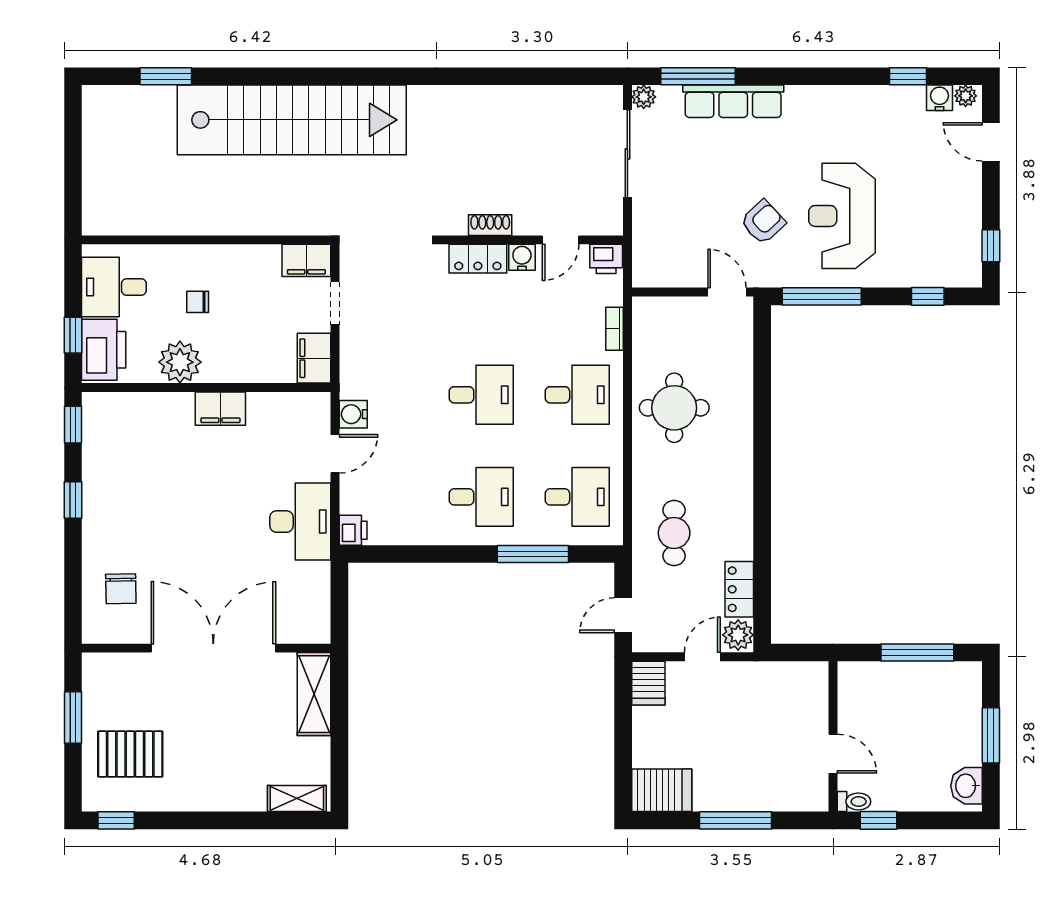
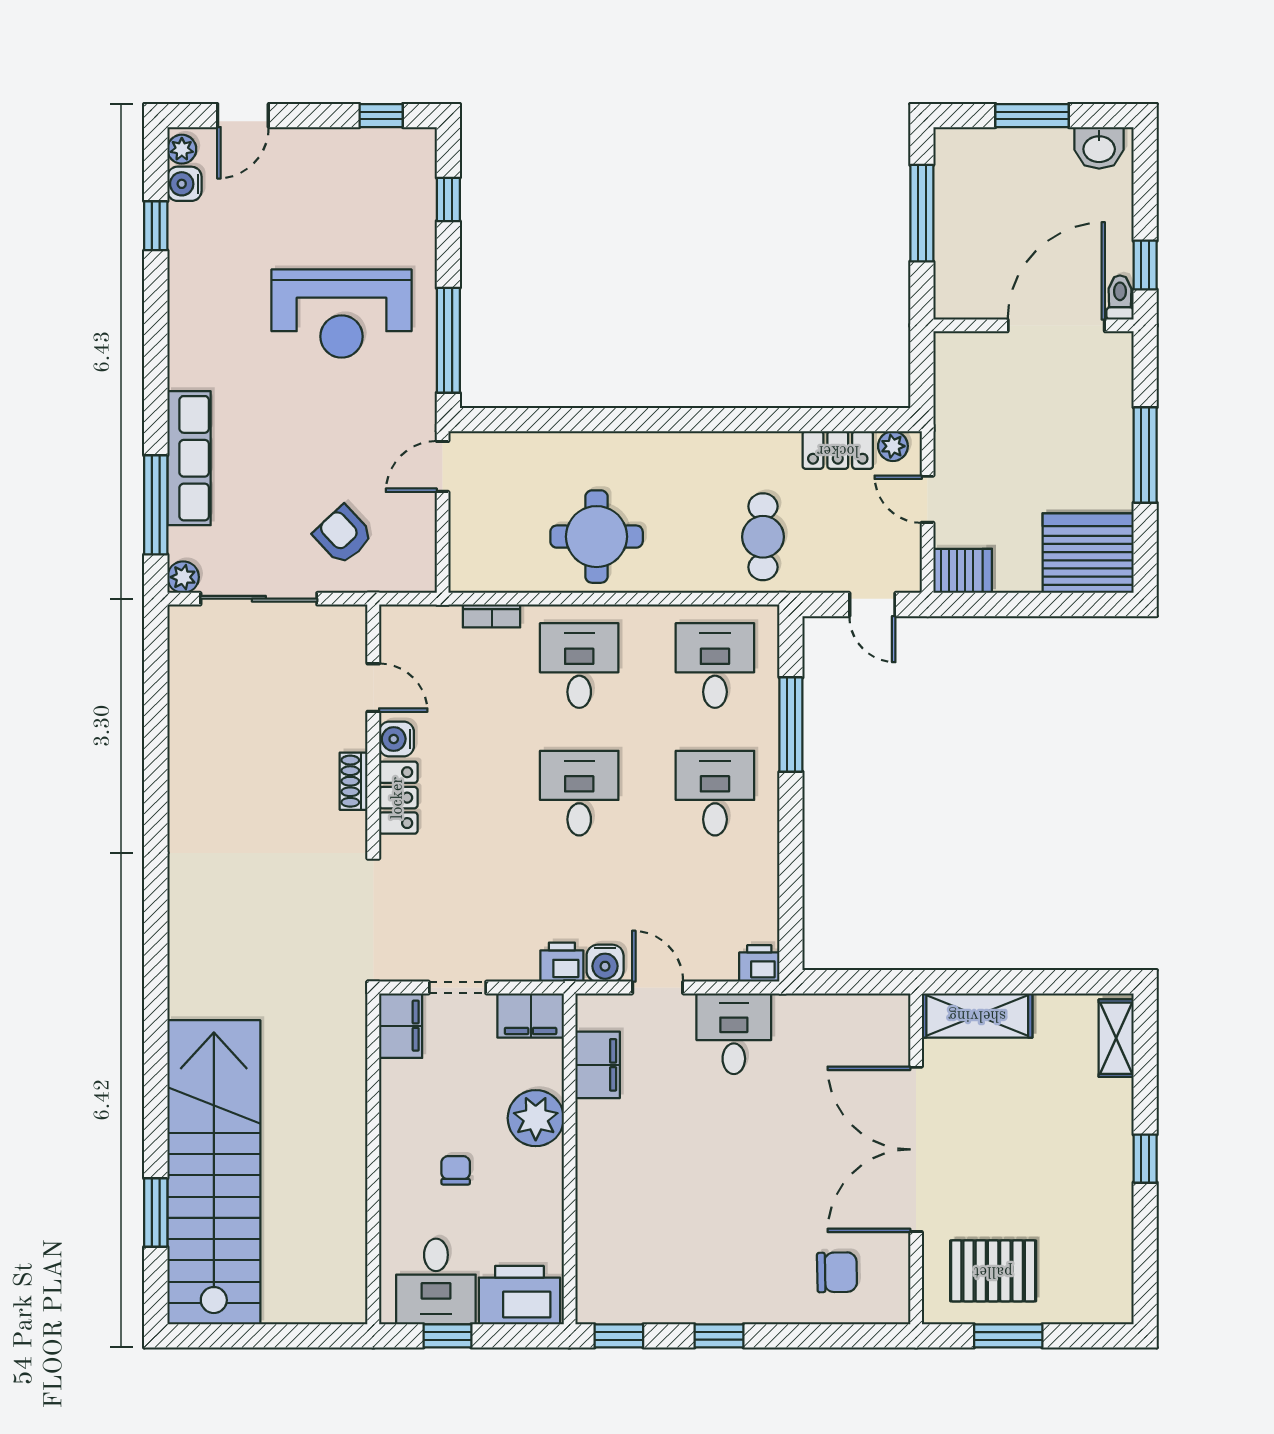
stairs: (292, 120) -> (214, 1172), moved
armchair: (763, 222) -> (343, 535), moved
printer: (606, 259) -> (562, 962), moved, turned -90
chair: (198, 302) -> (456, 1170), turned 180
window: (73, 335) -> (447, 1336), moved
plant: (180, 362) -> (536, 1118), moved
filing cabinet: (220, 409) -> (598, 1065), moved
desk: (300, 522) -> (734, 1034), width x0.73
cafe table: (674, 533) -> (763, 537), turned 90
plant: (738, 635) -> (893, 446), width x0.73, depth x0.73
pallet: (130, 754) -> (993, 1271), moved, turned 90
door: (833, 754) -> (1056, 325), width x1.88
server rack: (662, 790) -> (1088, 553), width x1.60
window: (116, 820) -> (1145, 1159), moved

